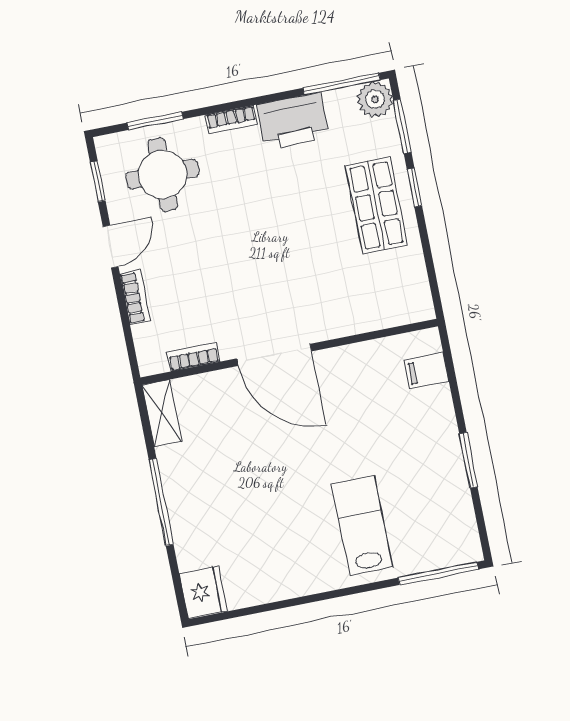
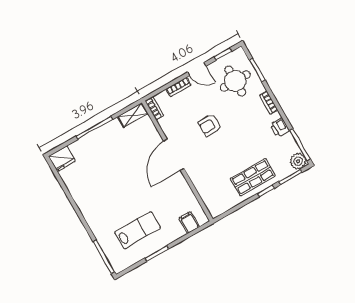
printer: (293, 121) -> (280, 128), width x0.53, depth x0.68
armchair: (237, 259) -> (210, 125), added
bookcase: (193, 357) -> (154, 108), moved
lab bench: (362, 526) -> (138, 230), moved

